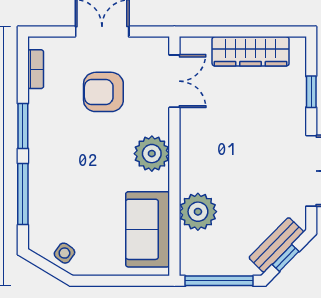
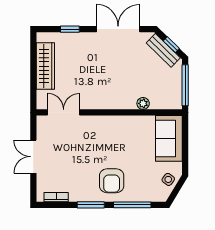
armchair: (103, 92) -> (112, 181), moved
plant: (152, 154) -> (108, 126), removed
plant: (198, 212) -> (143, 103), width x0.53, depth x0.53
sofa: (148, 229) -> (169, 138), moved, turned 90

